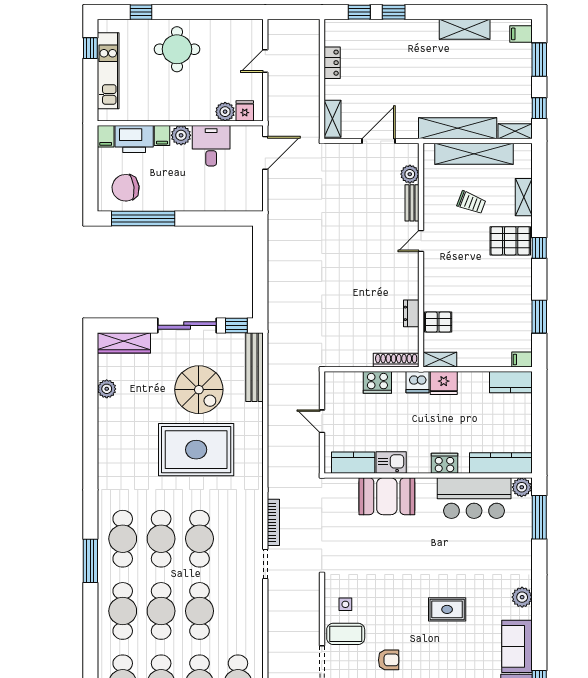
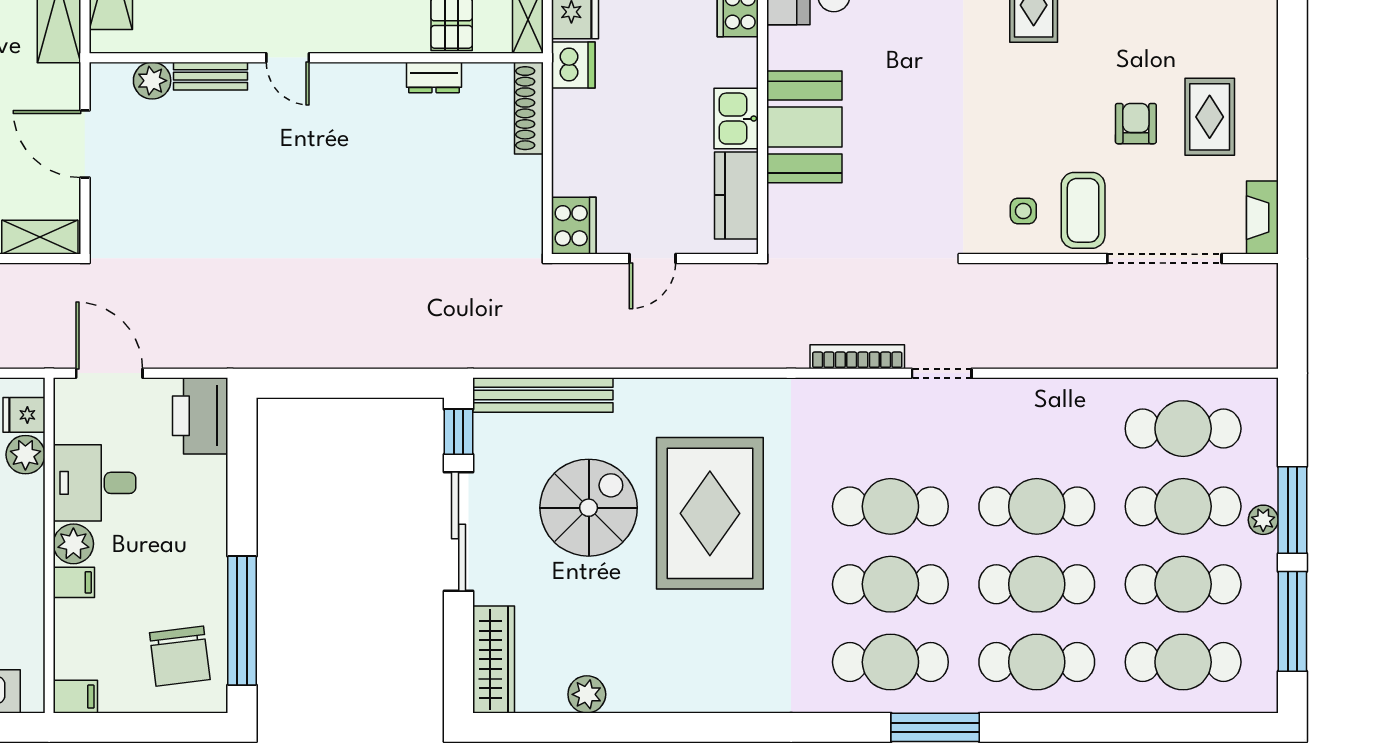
printer: (134, 139) -> (200, 416), moved, turned 180
cooker: (377, 382) -> (574, 226), moved

